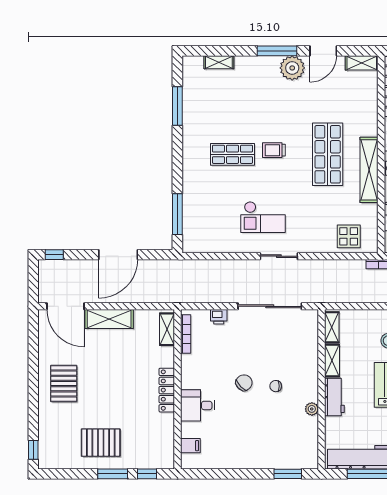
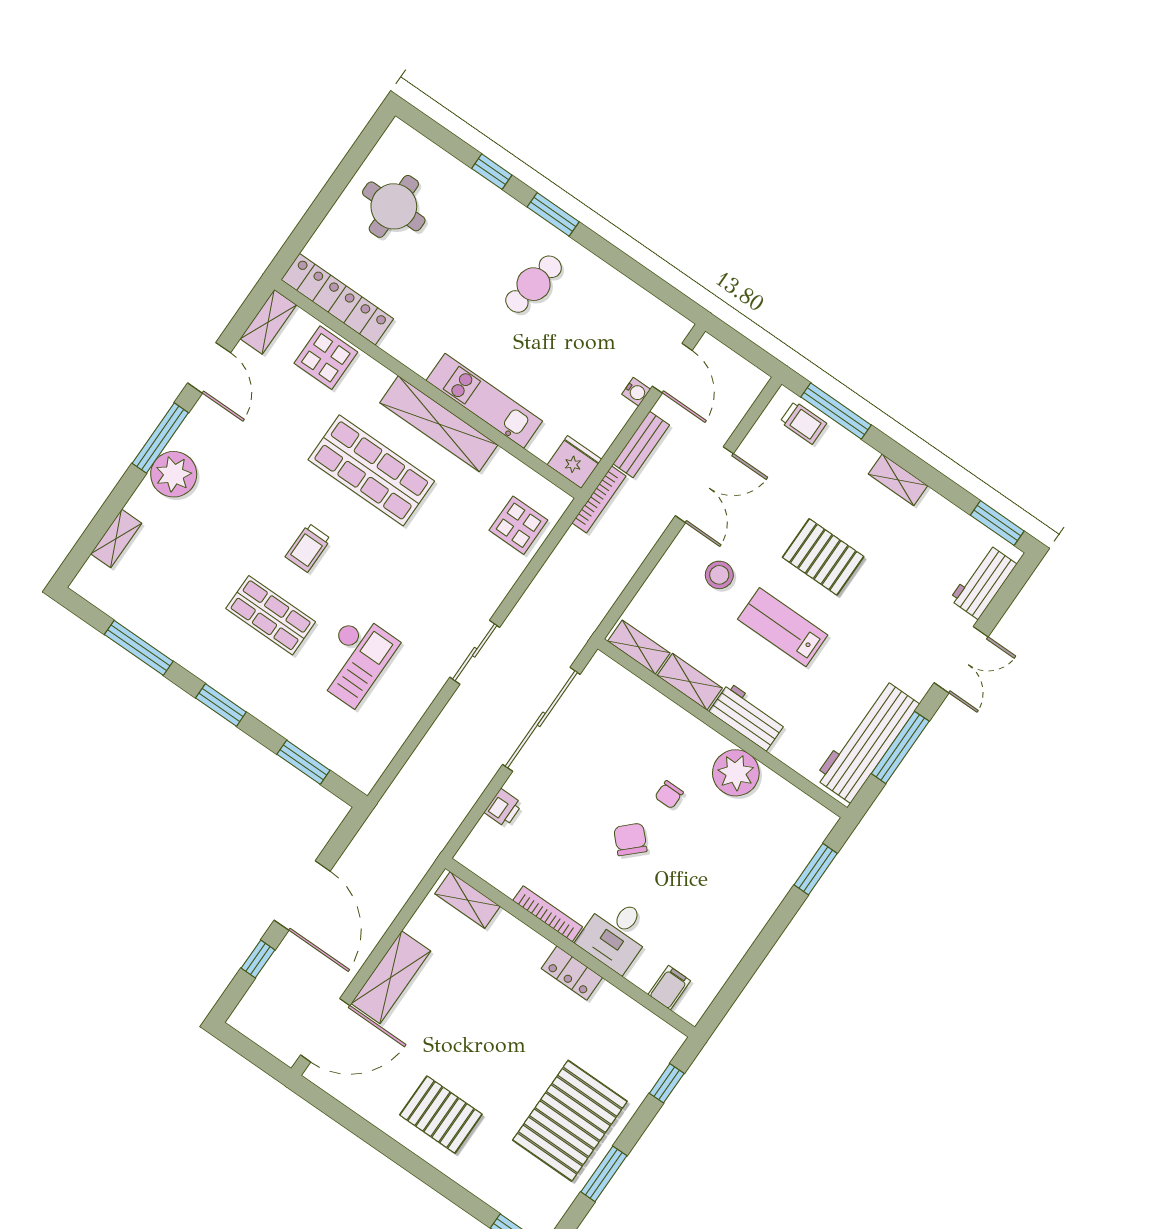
plant: (292, 68) -> (174, 474), moved
display table: (364, 99) -> (326, 358), added
shop shelf: (232, 154) -> (271, 615), turned 90
window: (177, 160) -> (221, 705), added
window: (177, 214) -> (303, 762), width x0.69
checkout: (263, 217) -> (354, 660), moved
window: (54, 255) -> (258, 959), moved
bookcase: (186, 334) -> (548, 914), moved
locker: (167, 390) -> (572, 973), width x0.66
plant: (312, 409) -> (736, 773), width x1.88, depth x1.88
pallet: (101, 443) -> (570, 1121), width x1.37, depth x1.41
window: (113, 474) -> (604, 1174), moved

